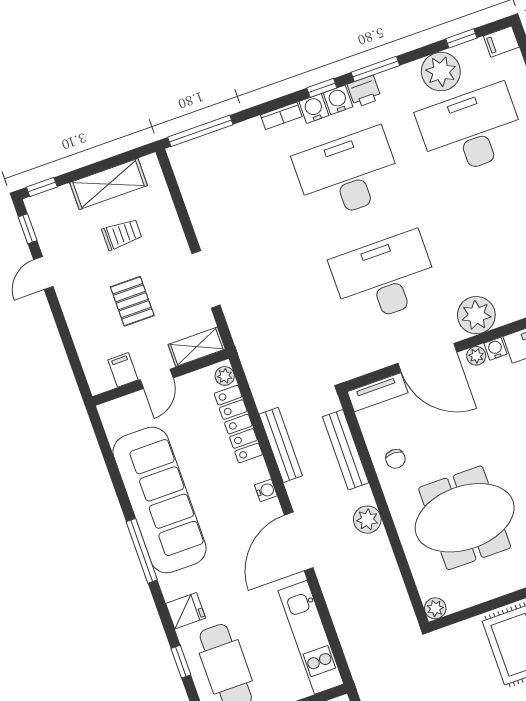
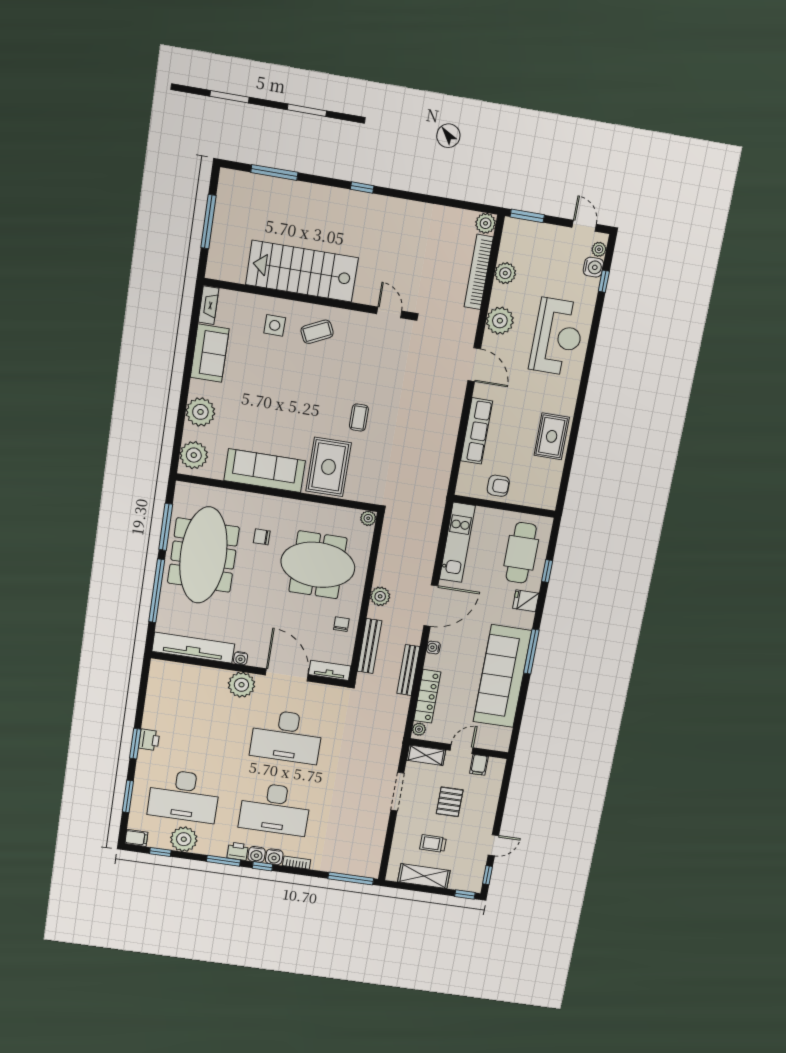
plant: (476, 356) -> (255, 660), removed

